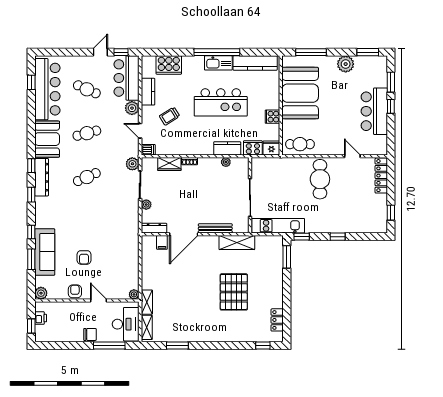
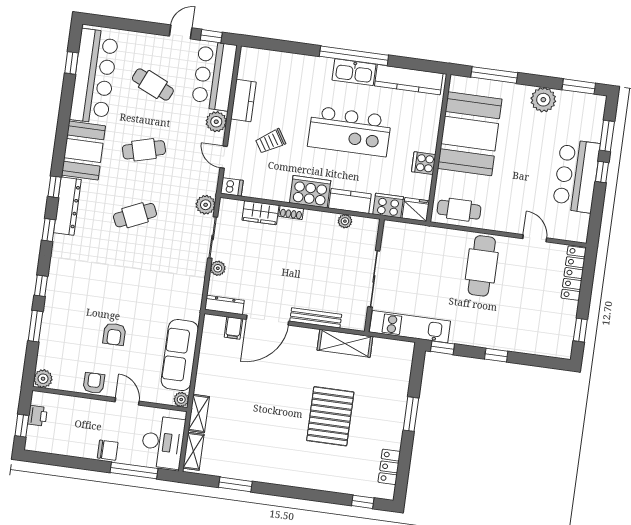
cooker: (169, 65) -> (310, 192), moved, turned 180
sofa: (45, 252) -> (180, 355), moved, turned 180
window: (287, 257) -> (411, 414), moved

